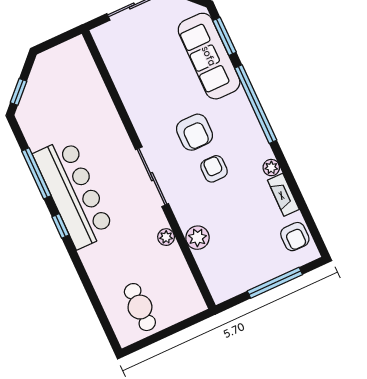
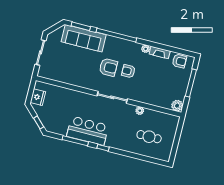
fridge: (58, 59) -> (38, 97), added
bar counter: (74, 193) -> (88, 131), width x0.73
plant: (197, 238) -> (177, 106), moved
cafe table: (140, 307) -> (149, 137), moved

